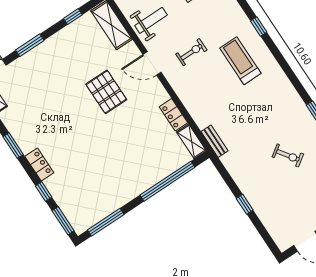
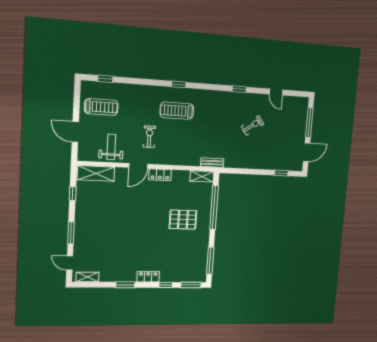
window: (259, 27) -> (179, 84), moved
pallet: (106, 92) -> (183, 220), moved
locker: (173, 115) -> (160, 175), moved
window: (245, 204) -> (281, 173), moved

